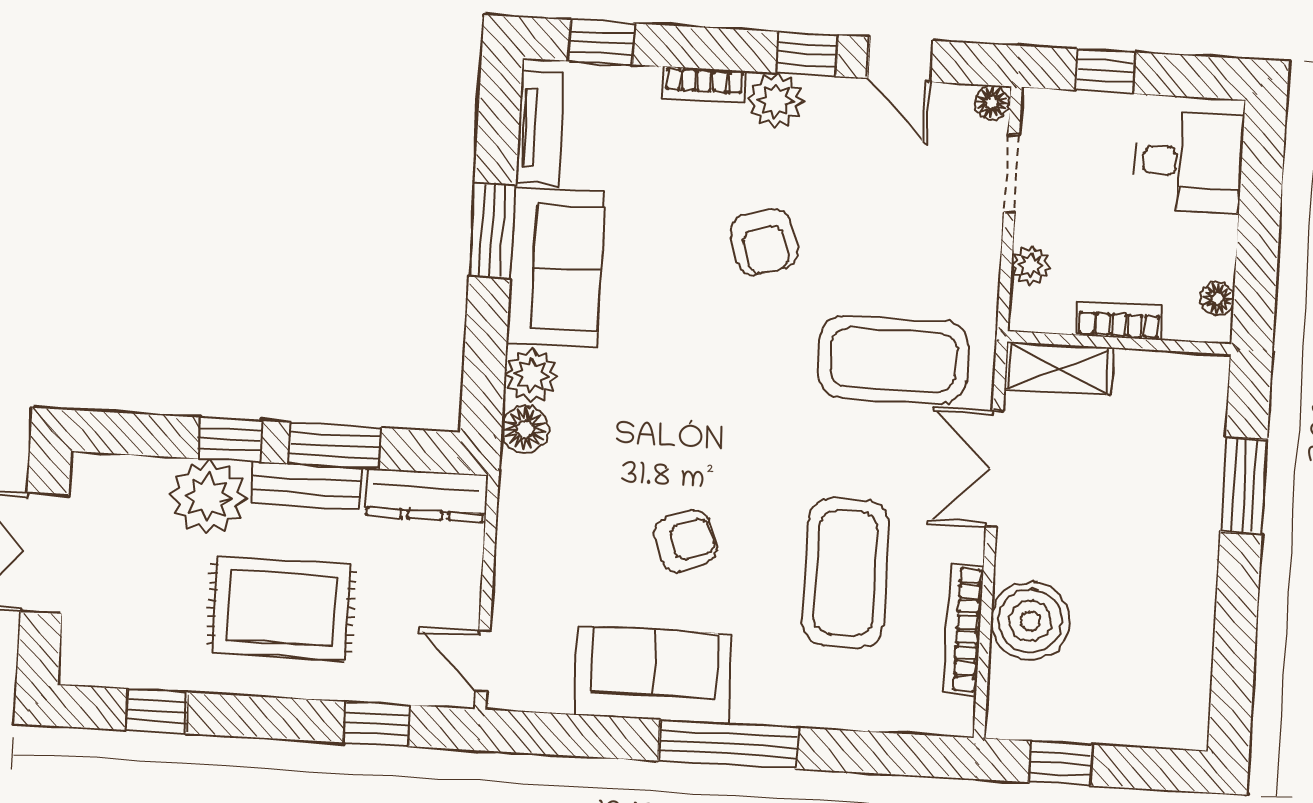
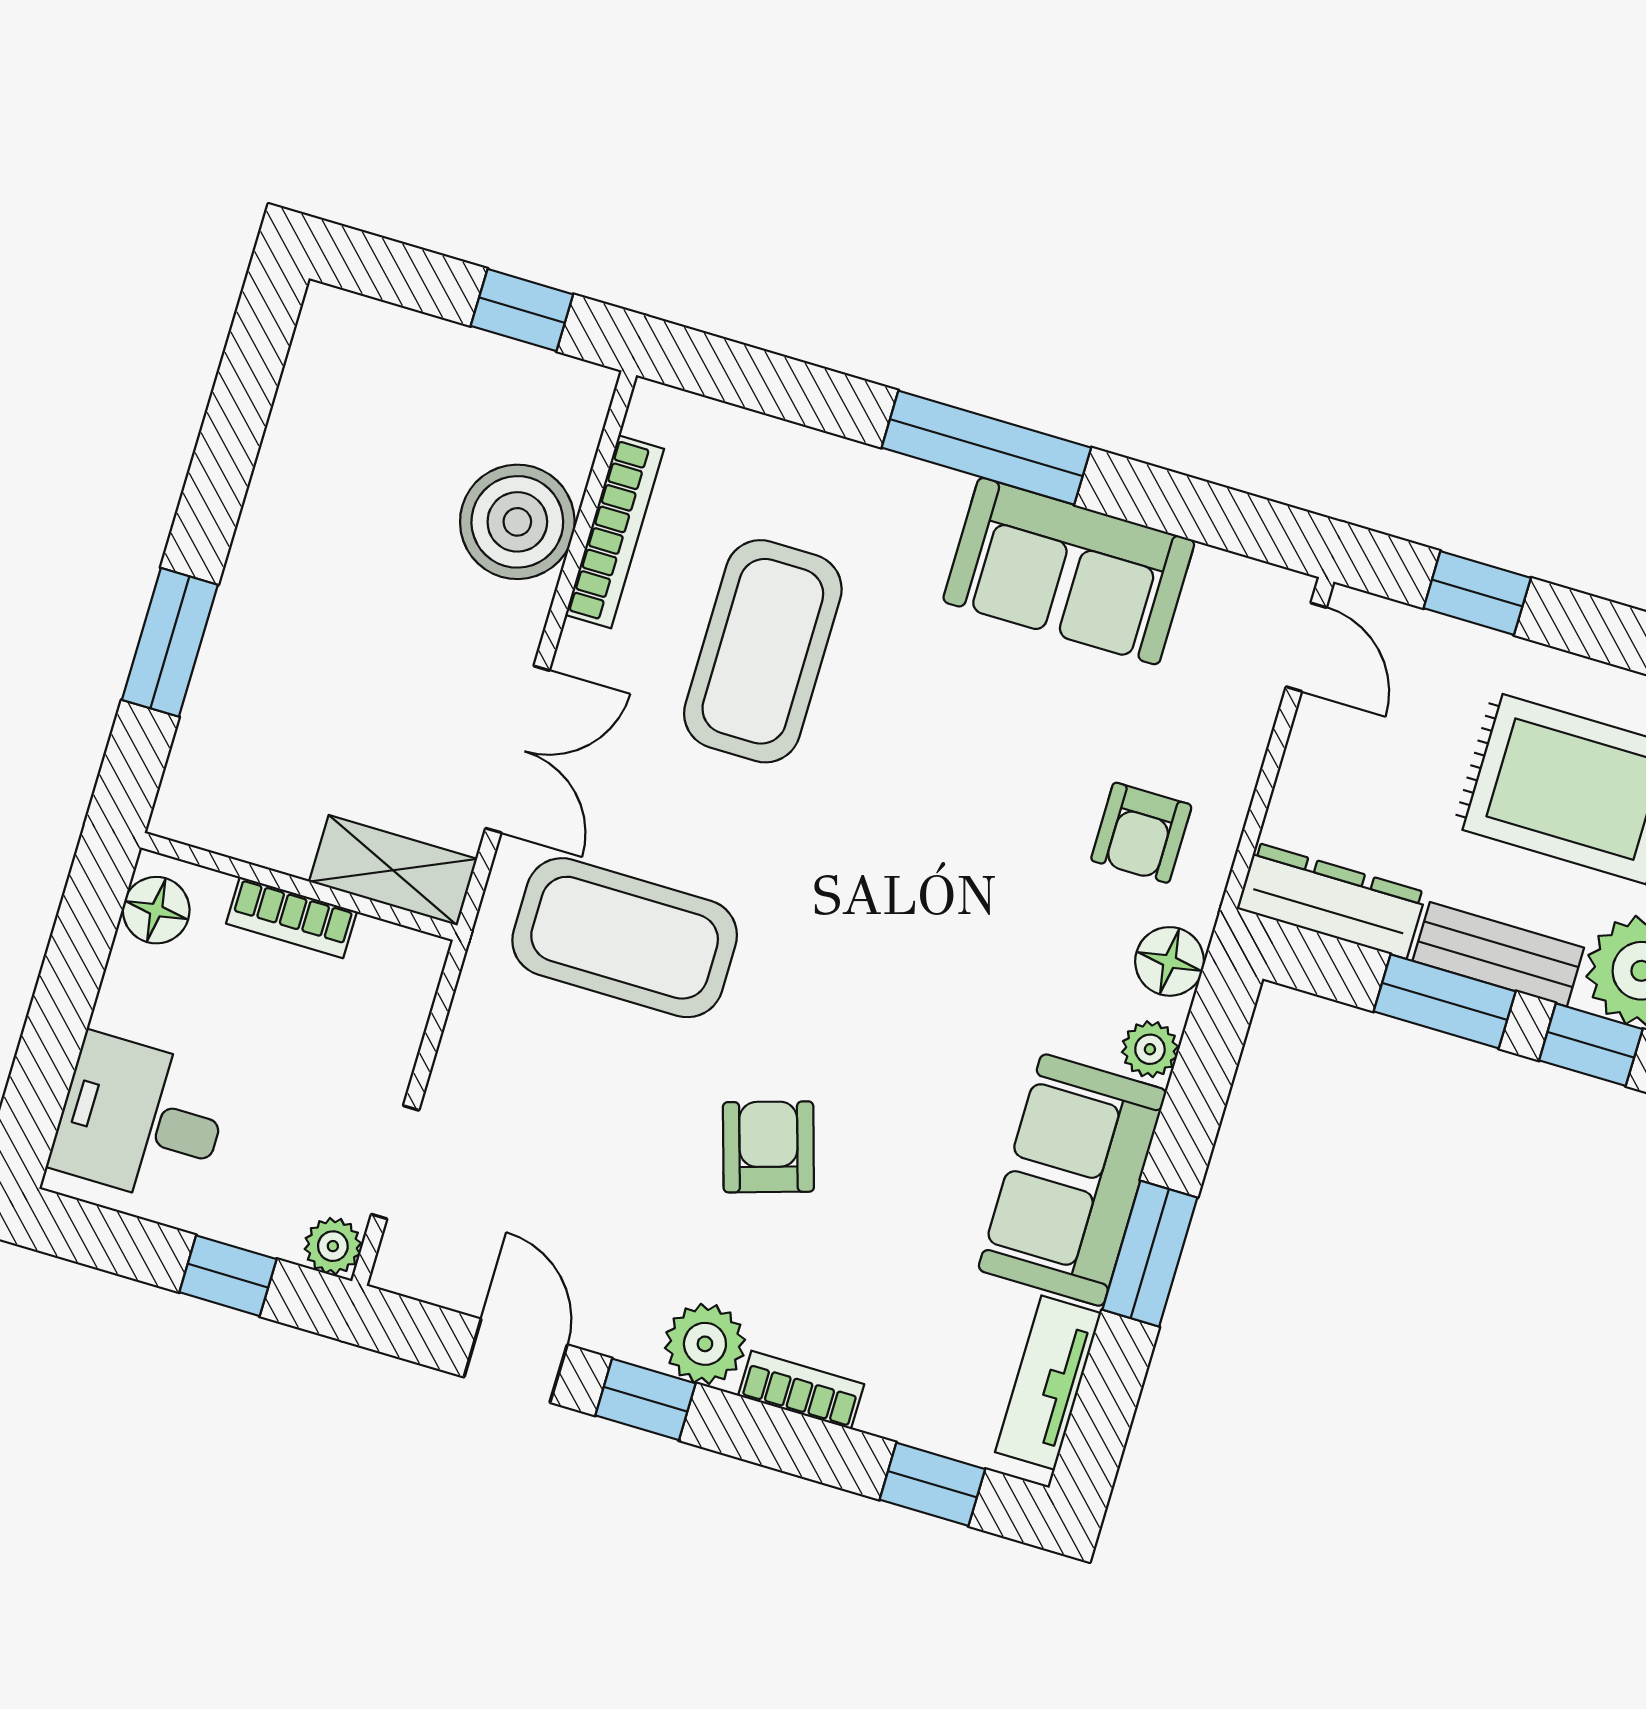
floor lamp: (991, 102) -> (400, 1269), removed
plant: (1031, 265) -> (333, 1246), moved
floor lamp: (1217, 299) -> (156, 910), width x1.37, depth x1.37
plant: (531, 375) -> (1150, 1049), width x0.73, depth x0.73
armchair: (686, 541) -> (1141, 833), moved, turned -70

